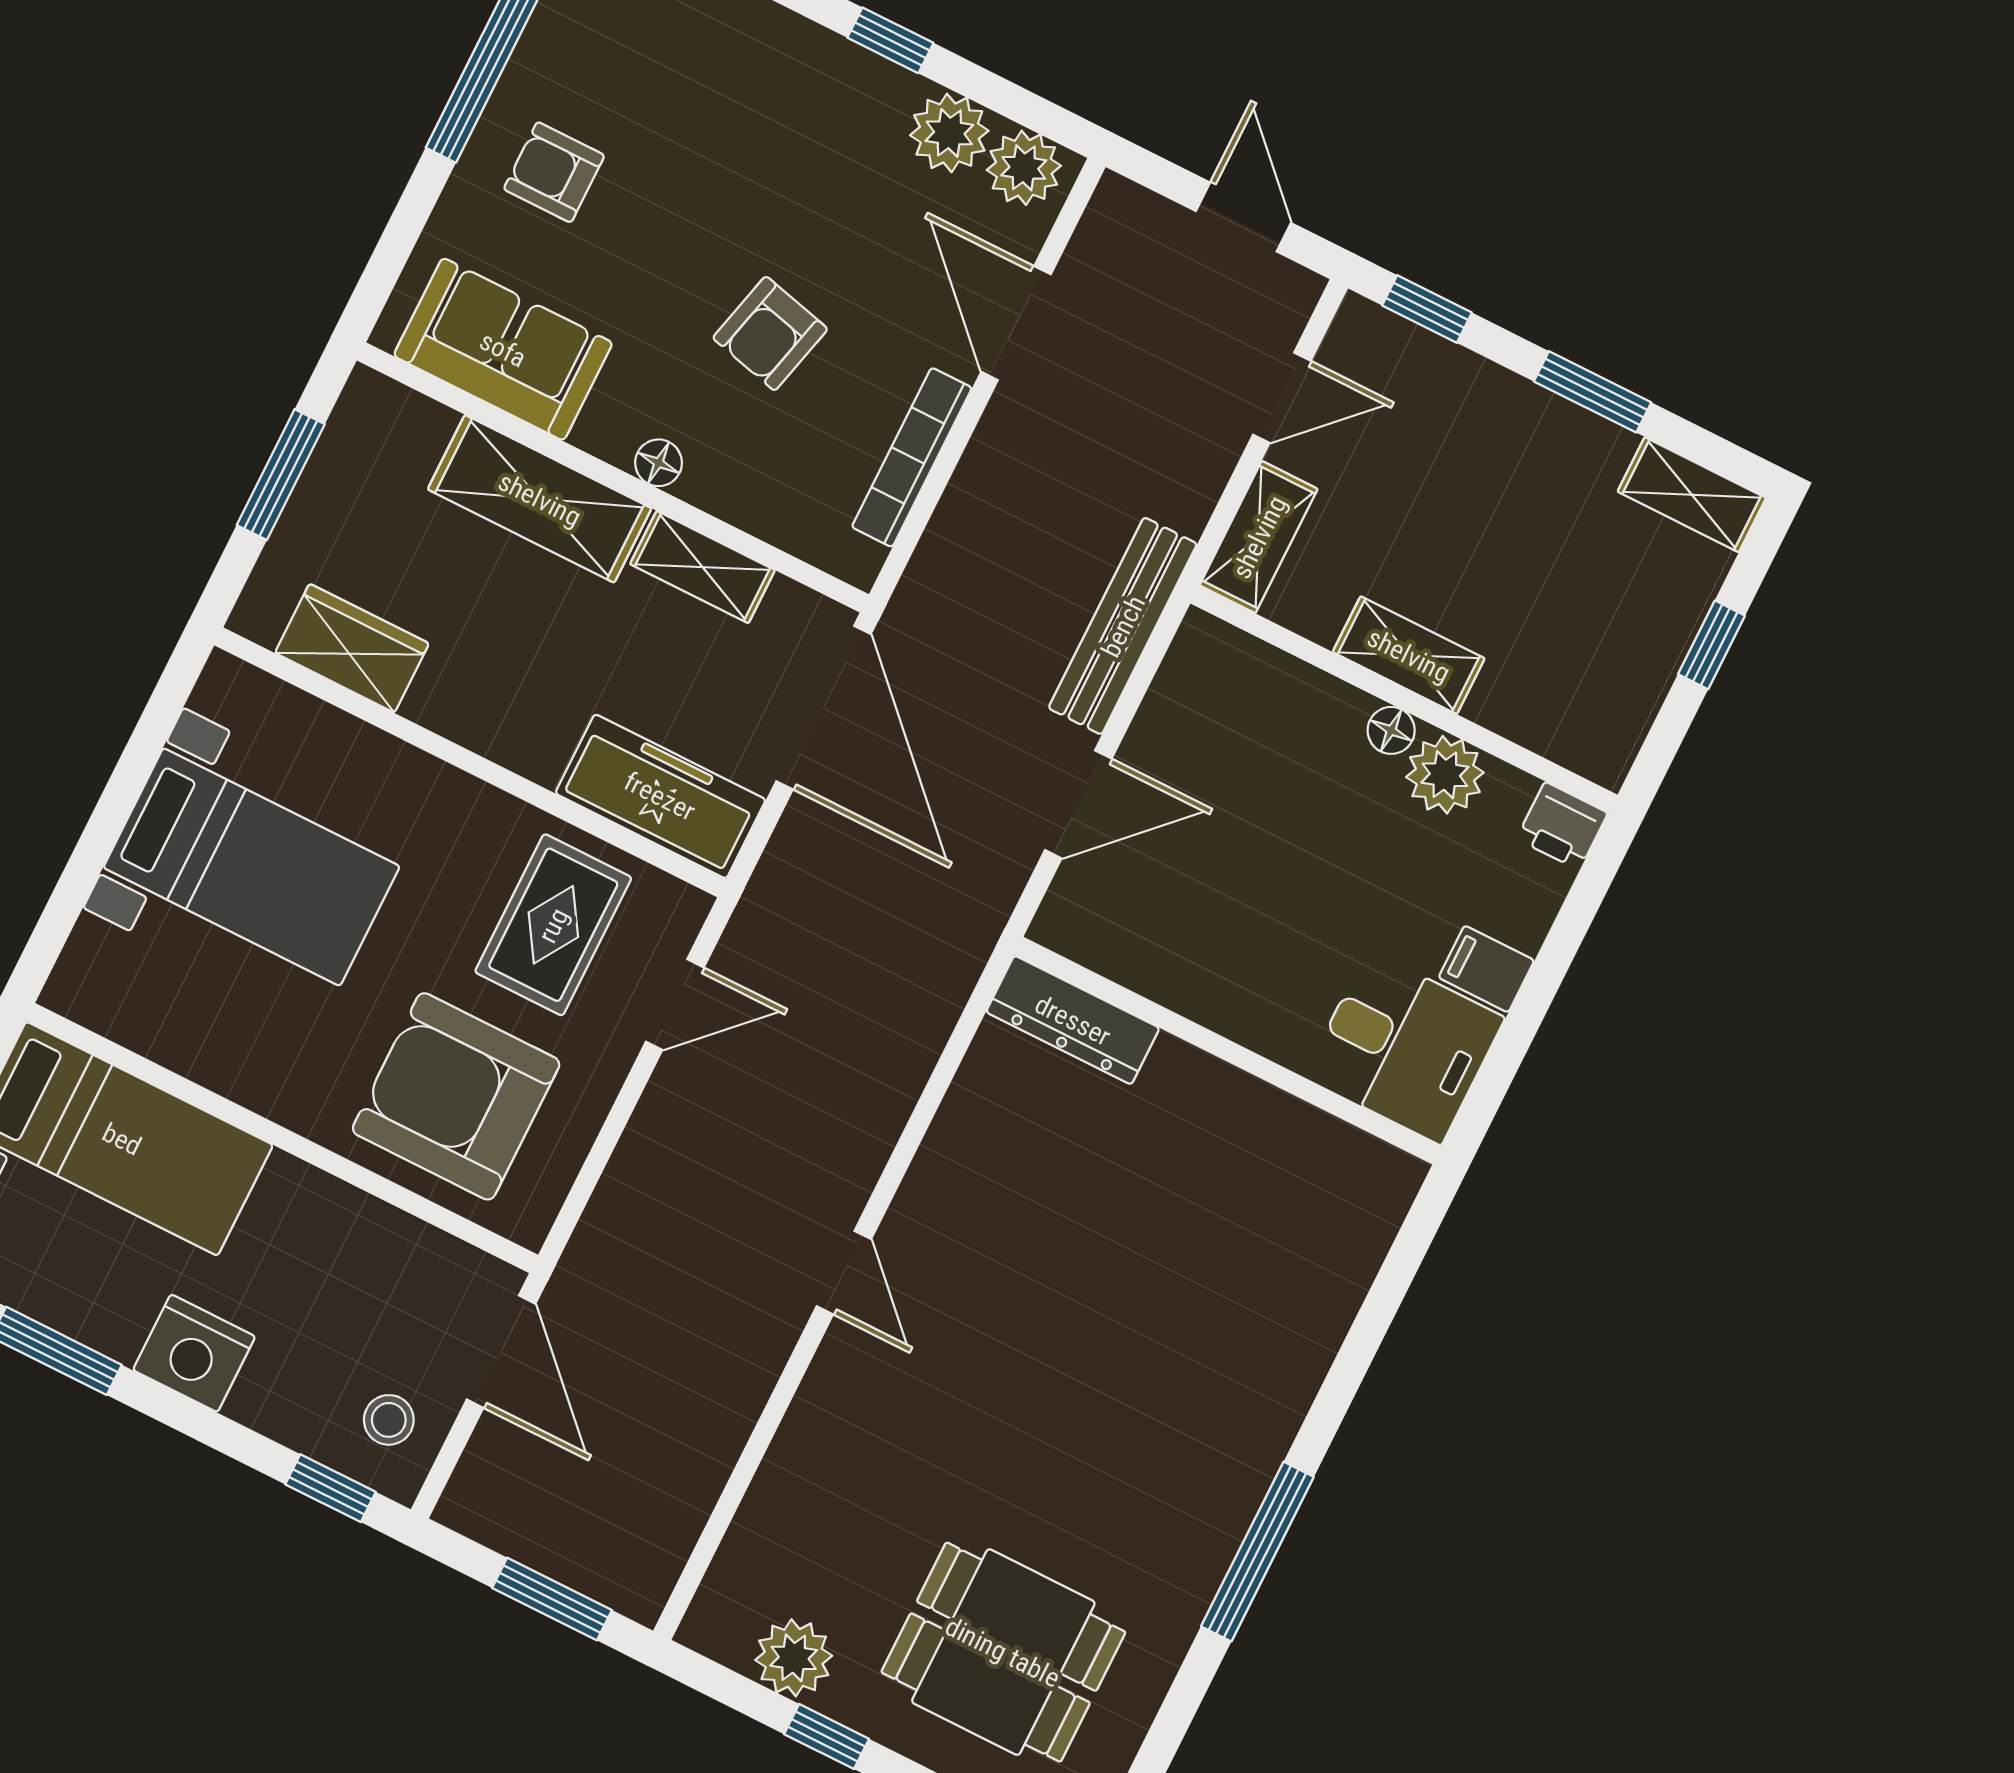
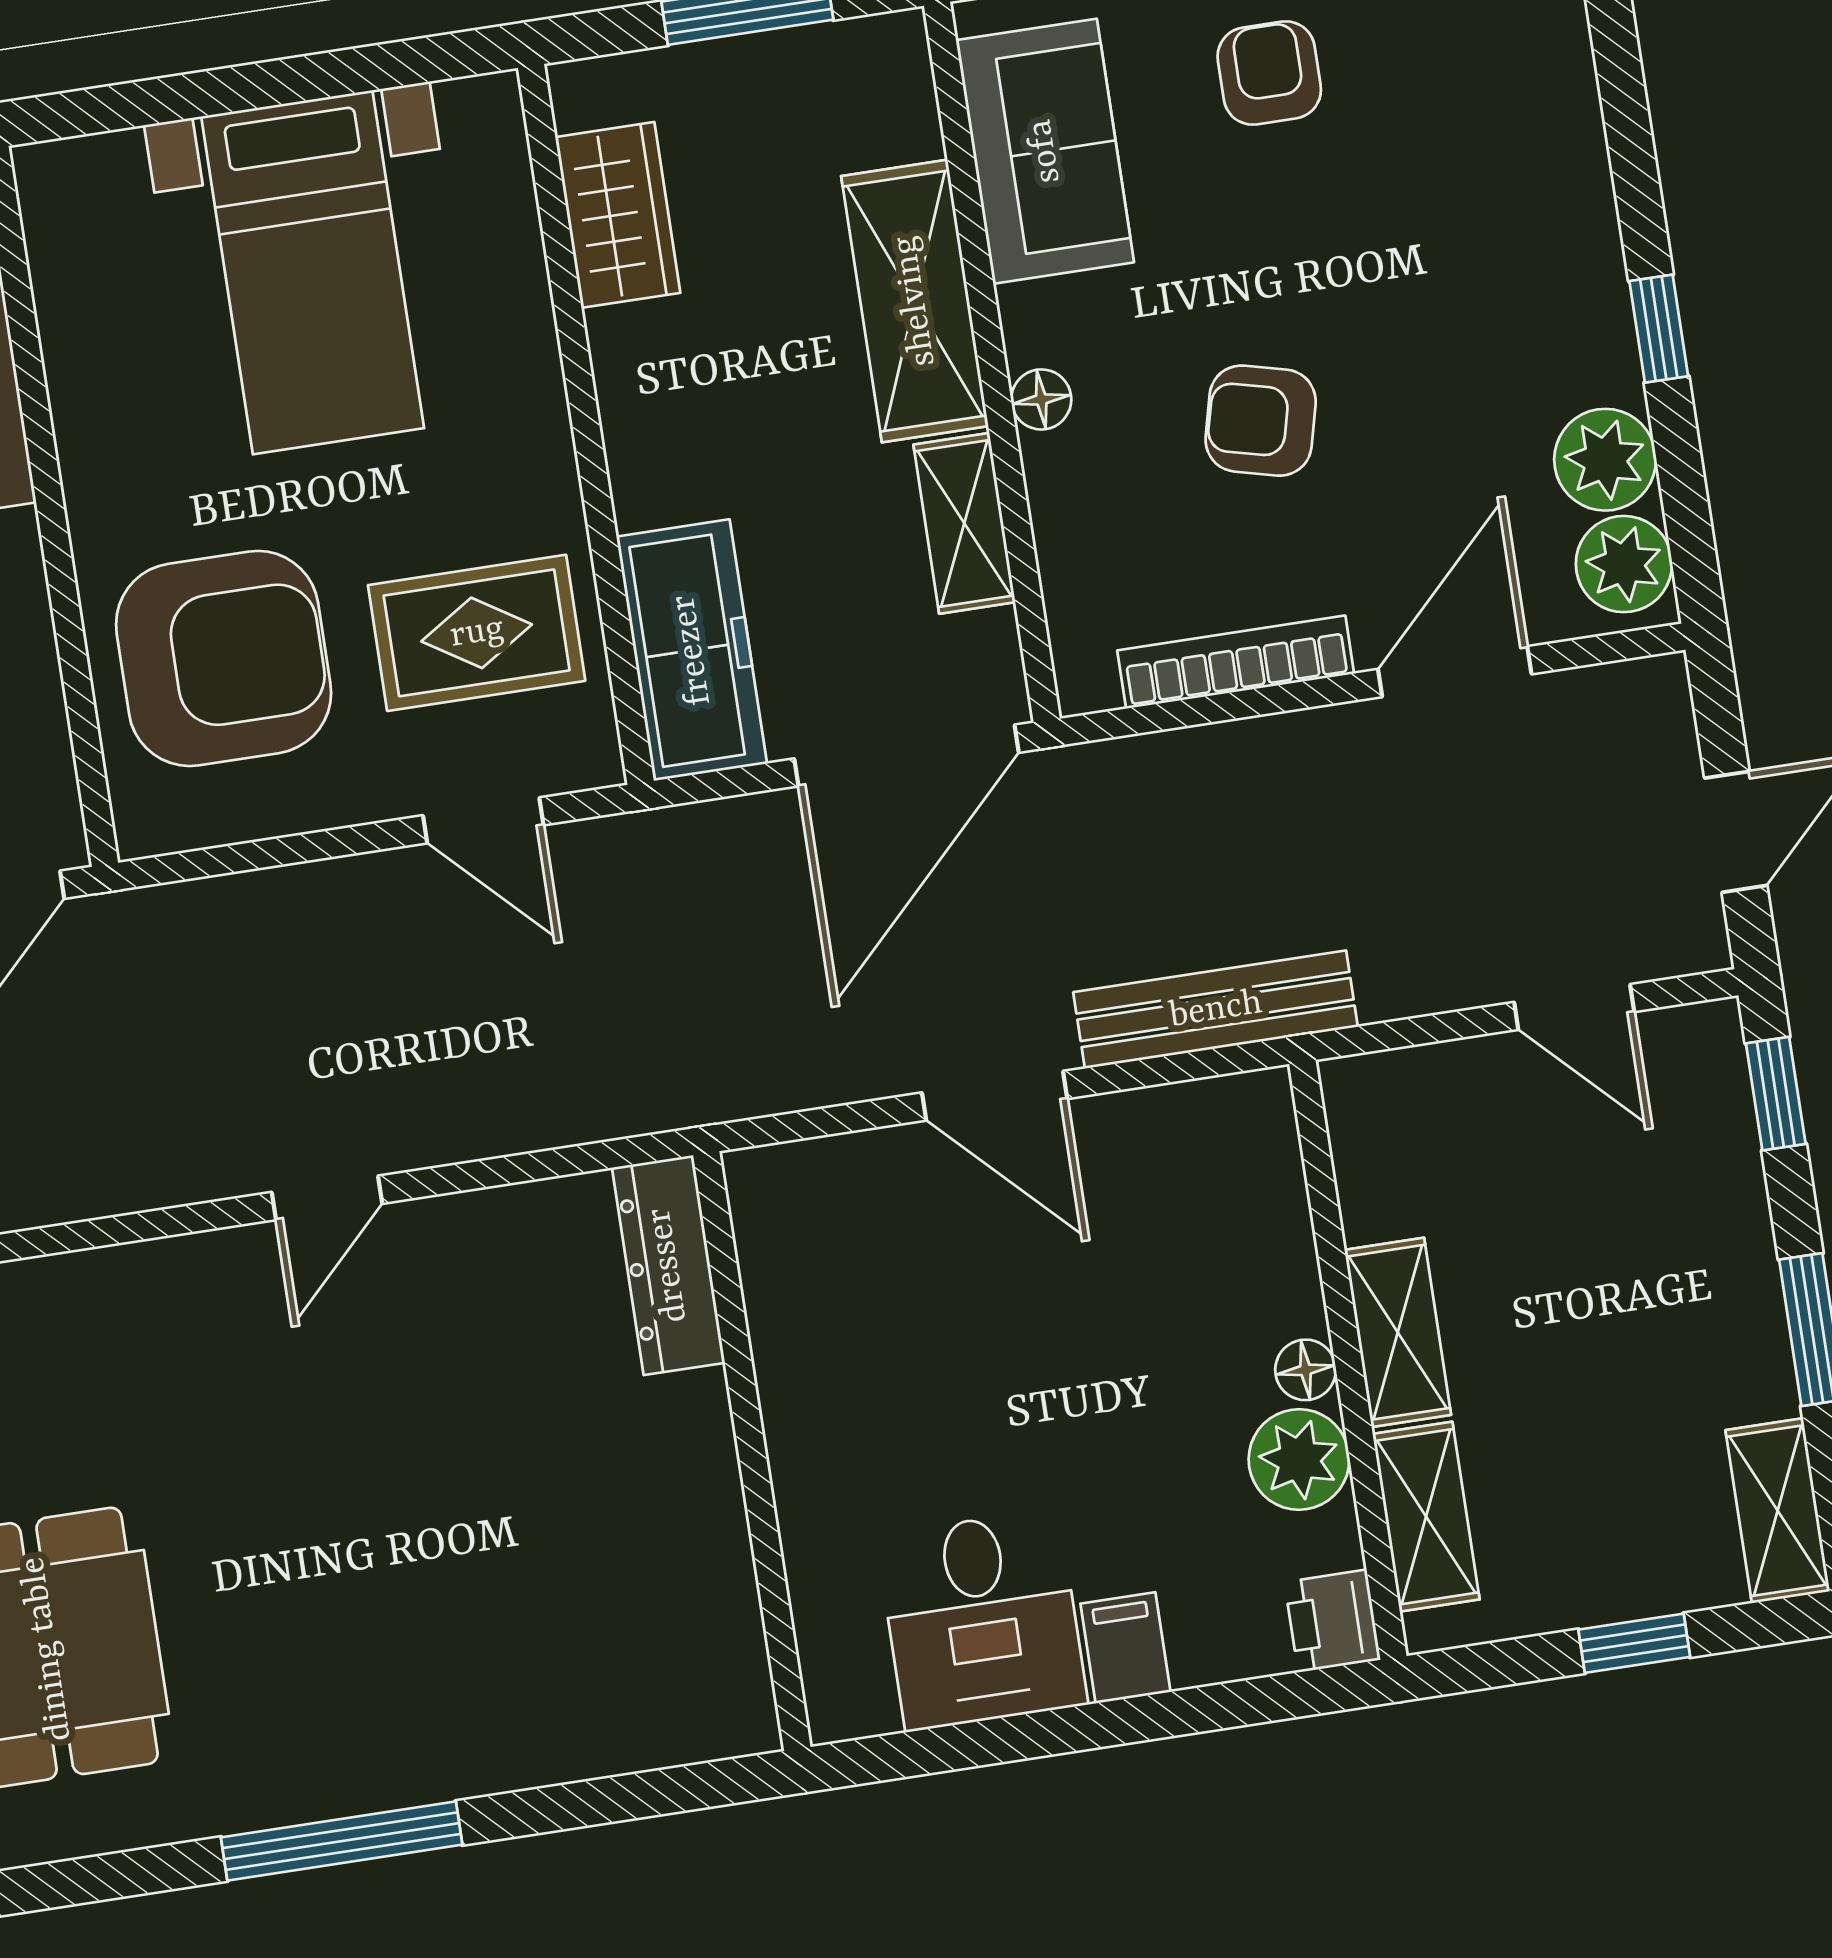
shelving: (1259, 537) -> (1426, 1517), moved, turned 90
dresser: (1073, 1020) -> (668, 1265), moved
wall: (1228, 1051) -> (752, 1451), moved
armchair: (456, 1096) -> (224, 658), turned 90

